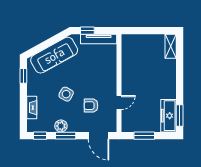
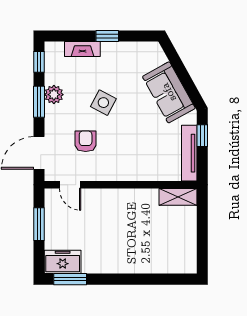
shelving: (171, 46) -> (178, 197), moved
sofa: (54, 55) -> (169, 92), width x0.73
window: (23, 76) -> (107, 36), moved
door: (119, 103) -> (70, 185), moved
freezer: (169, 116) -> (63, 262), width x0.71

